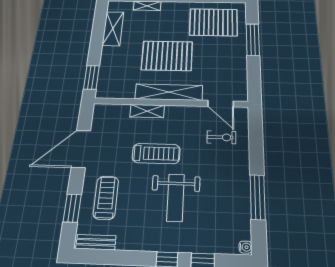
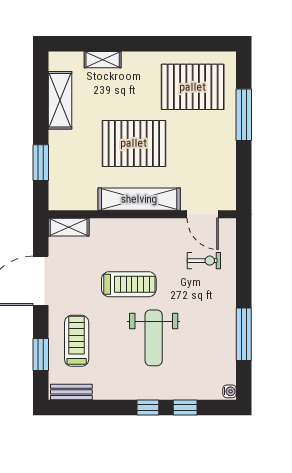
window: (91, 77) -> (41, 163), moved
shelving: (147, 111) -> (69, 227), moved

